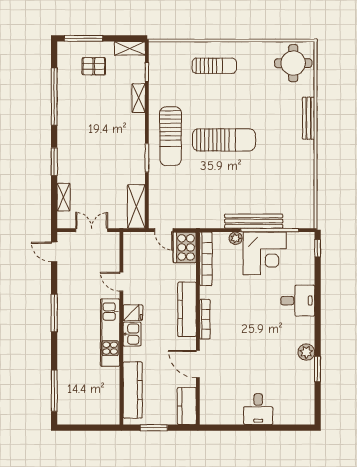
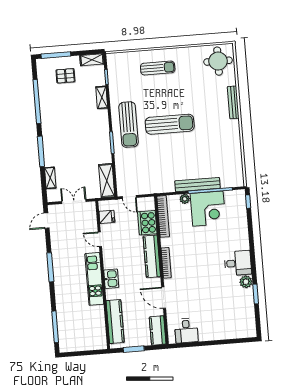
window: (54, 162) -> (41, 151), width x1.44
cooker: (185, 247) -> (147, 223), moved
door: (54, 252) -> (47, 221), hinge flipped
desk: (298, 301) -> (238, 263), moved
fridge: (133, 313) -> (107, 217), moved
desk: (258, 409) -> (186, 331), moved

